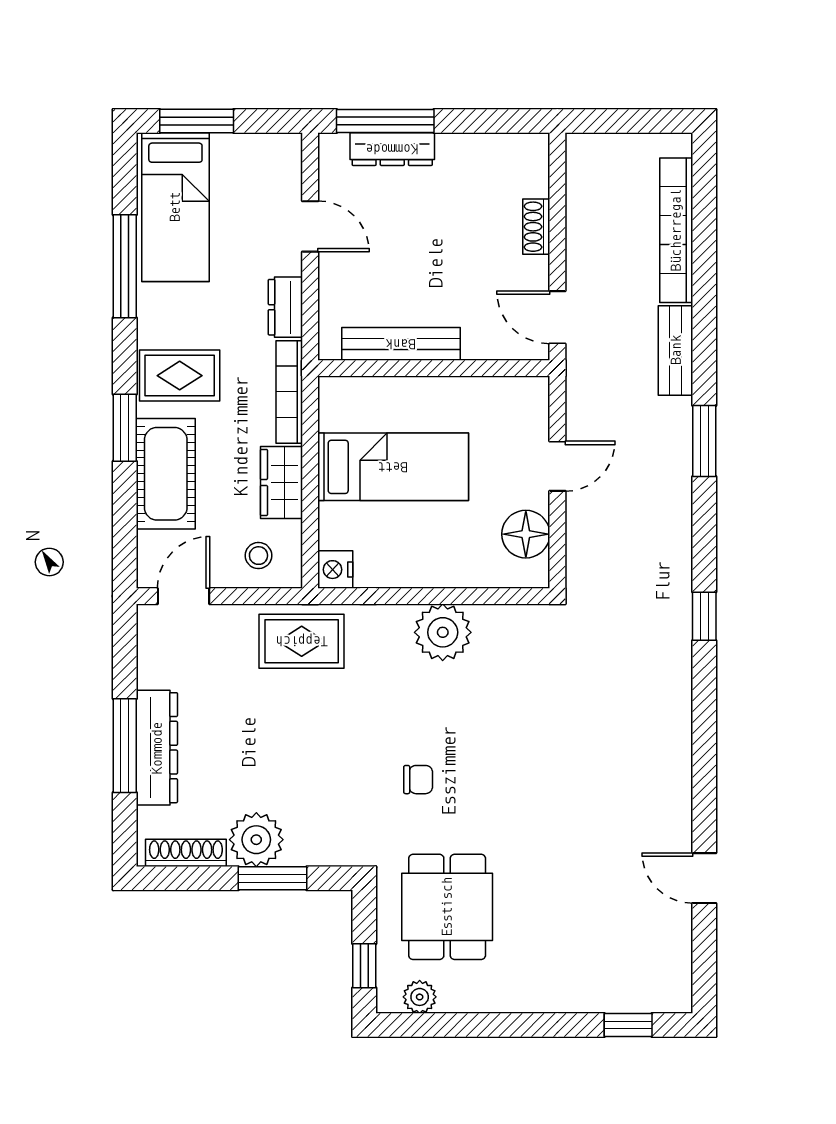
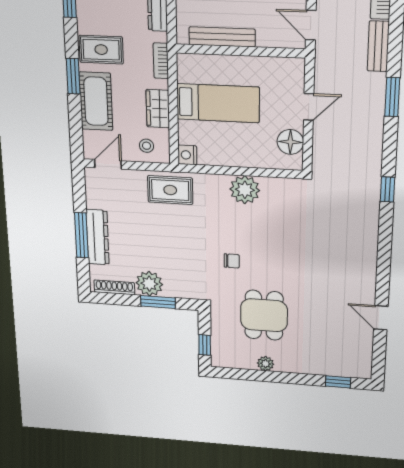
bookcase: (289, 392) -> (161, 61), width x0.64
dining table: (447, 907) -> (264, 315), moved
plant: (420, 997) -> (266, 364), moved

